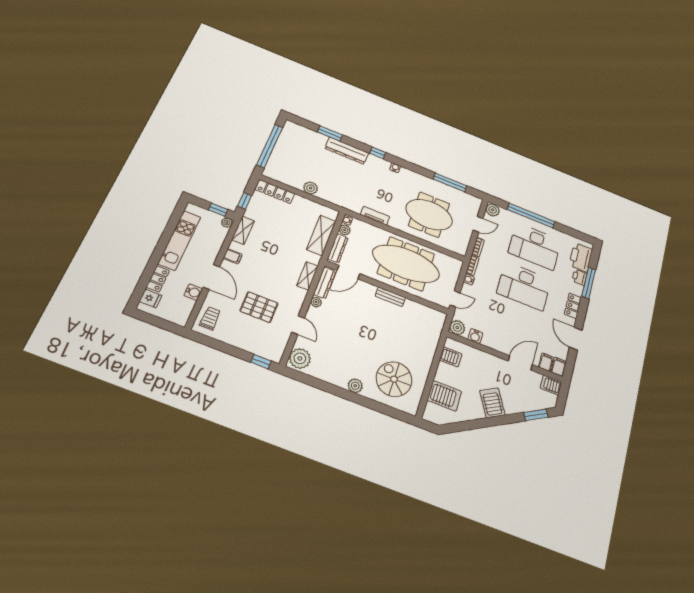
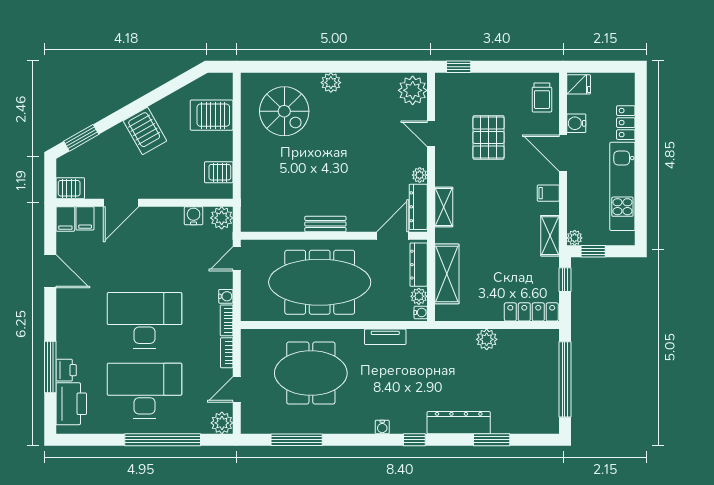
fridge: (150, 298) -> (579, 84), moved, turned 180
locker: (573, 306) -> (66, 320), removed
pallet: (259, 307) -> (489, 137), turned 90

